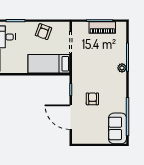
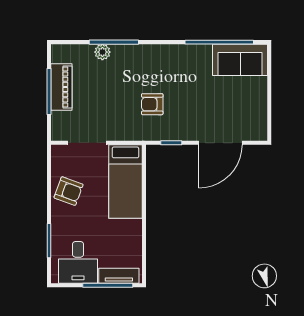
plant: (122, 68) -> (102, 52), moved
armchair: (92, 99) -> (152, 104), moved

